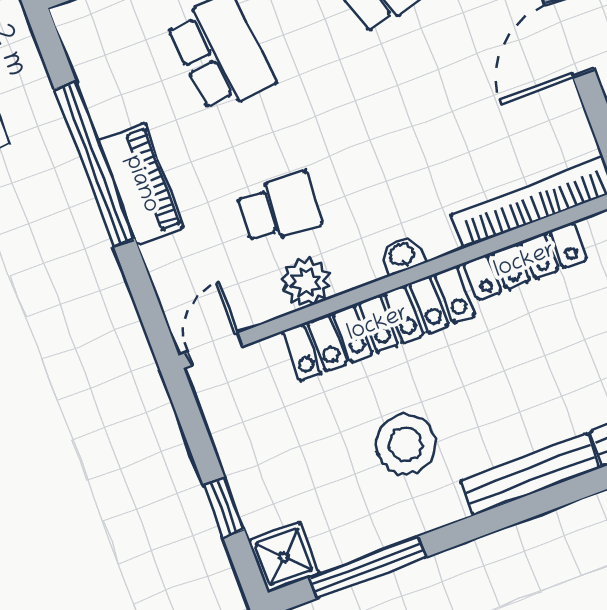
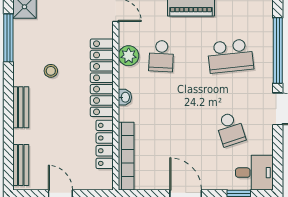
stool: (406, 444) -> (51, 71), width x0.53, depth x0.53
bench: (530, 474) -> (21, 107), width x0.73

